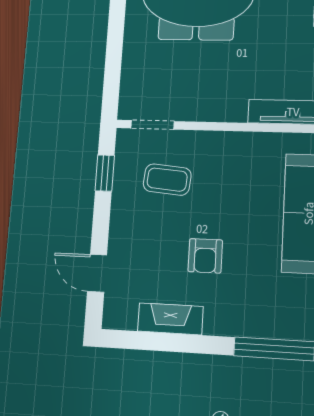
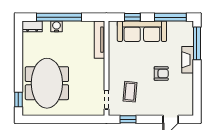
fireplace: (170, 319) -> (188, 60), moved

